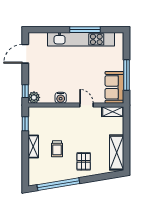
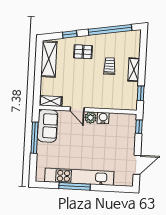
plant: (34, 97) -> (90, 118), moved
pallet: (84, 161) -> (83, 52), turned 90
window: (98, 178) -> (70, 34), added

